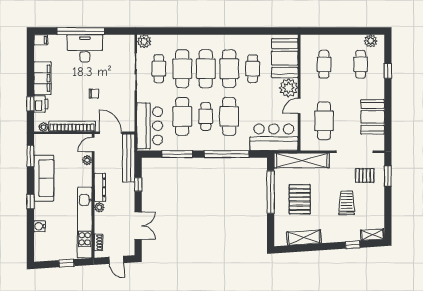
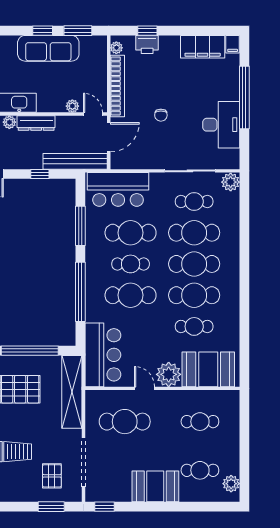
desk: (85, 48) -> (221, 125), moved
window: (388, 71) -> (104, 507), moved
filing cabinet: (43, 78) -> (203, 47), moved
booth: (373, 117) -> (155, 486), moved
window: (30, 202) -> (43, 31), moved

